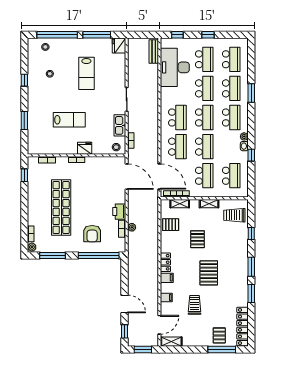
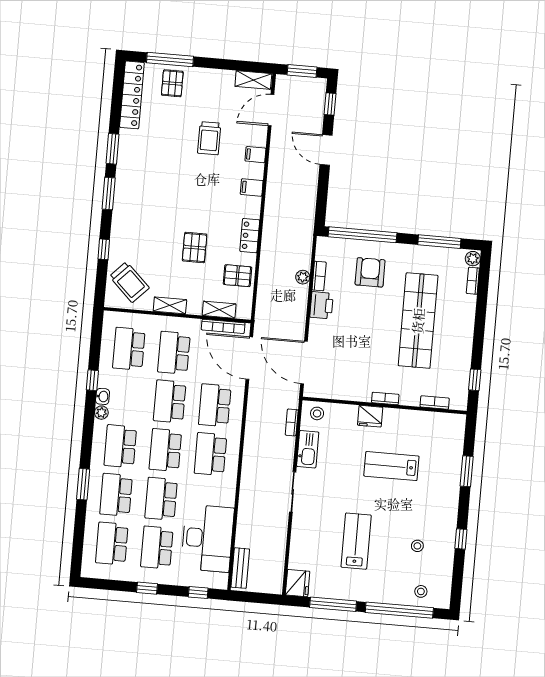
trolley: (234, 215) -> (129, 282), turned 44
locker: (165, 262) -> (250, 236), moved
pallet: (209, 273) -> (180, 190), removed

